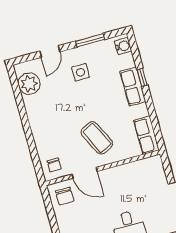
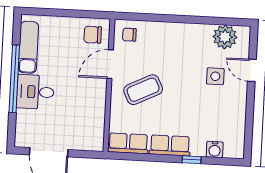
window: (90, 40) -> (249, 117), removed
water cooler: (123, 46) -> (215, 149), moved
side table: (80, 72) -> (215, 76), moved
row of seats: (133, 87) -> (170, 145), moved

